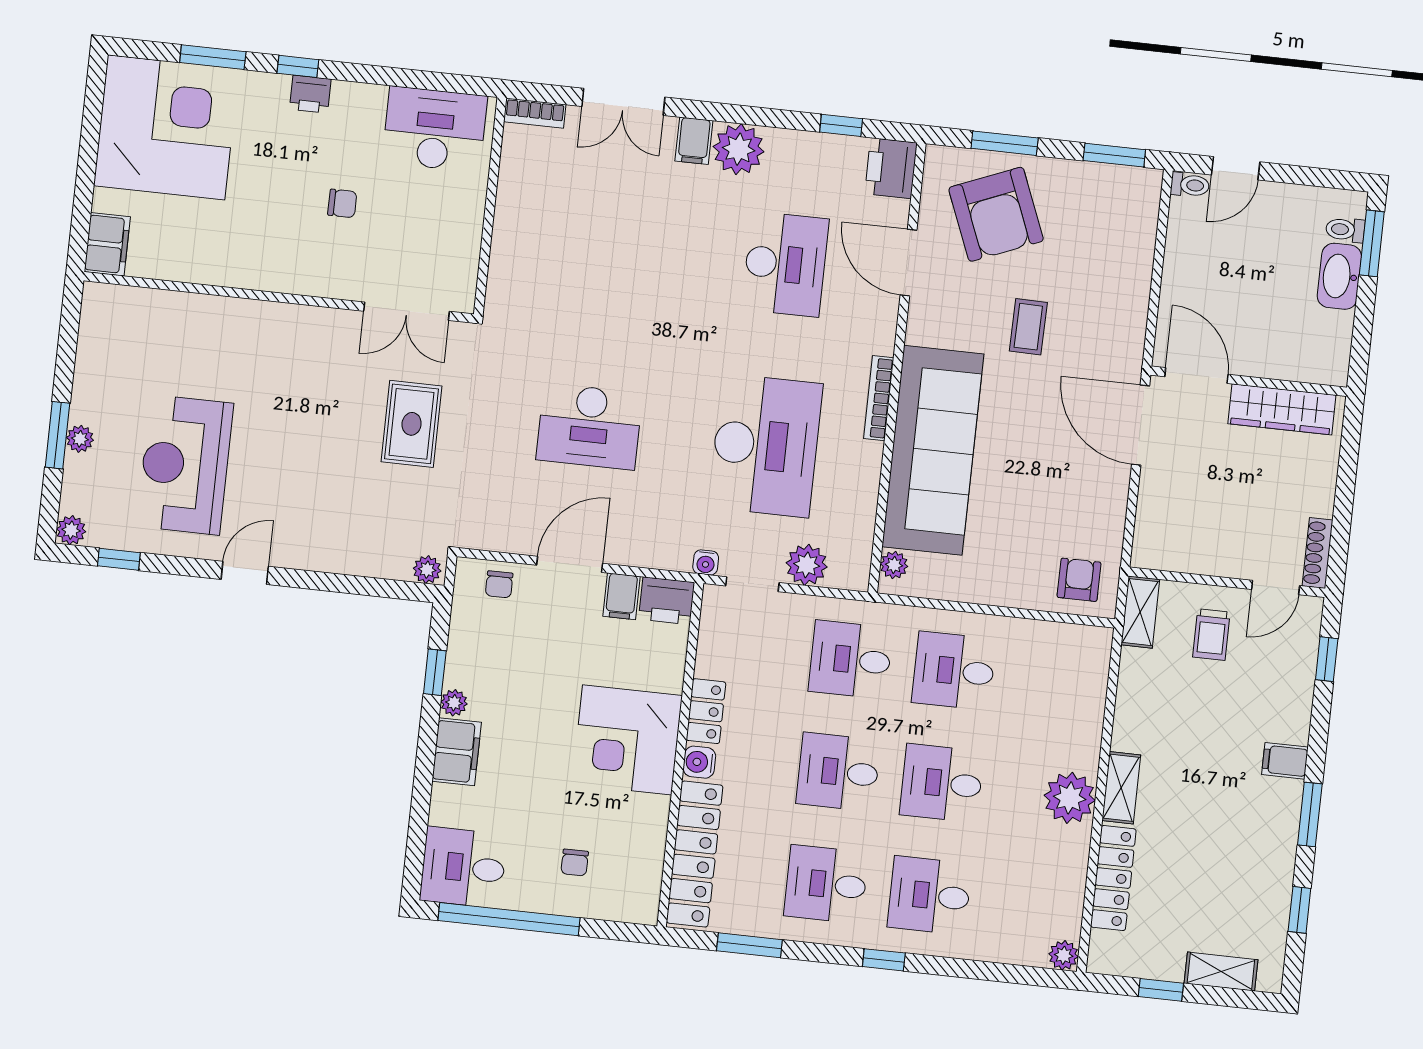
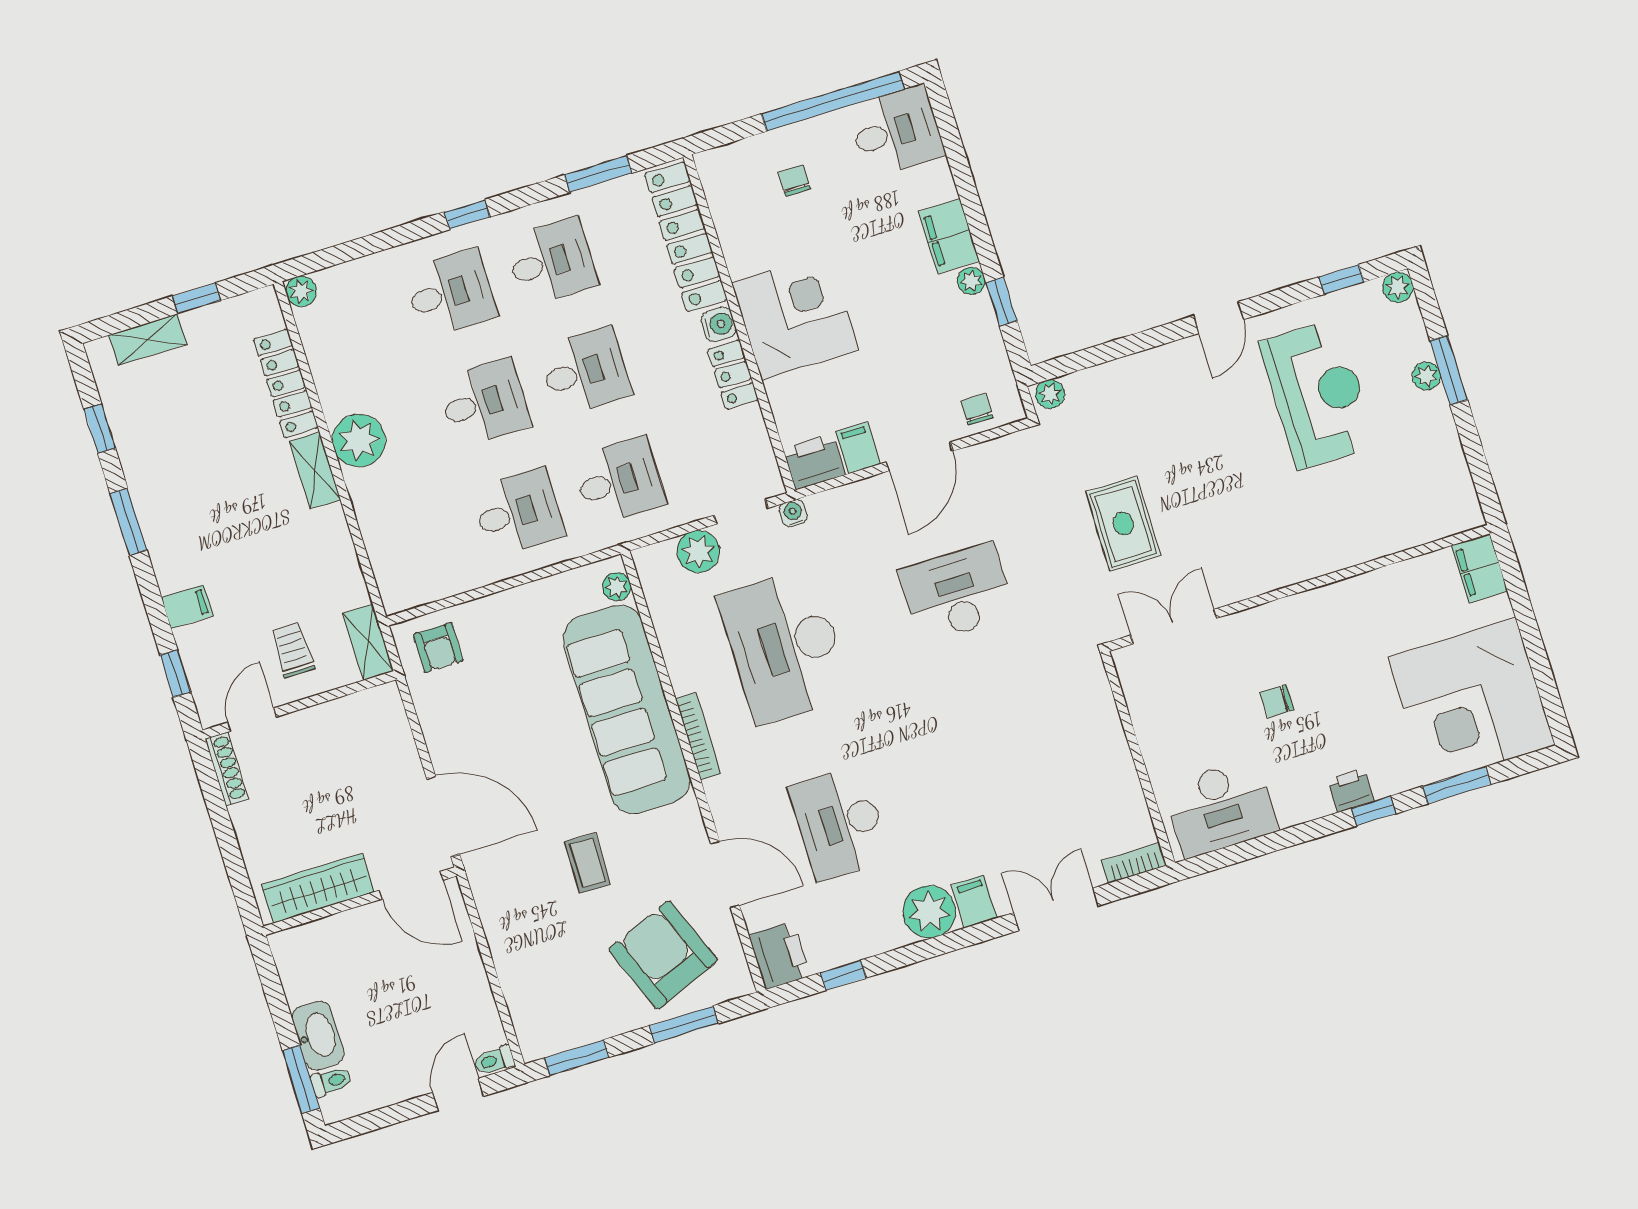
filing cabinet: (1285, 761) -> (187, 607), moved

